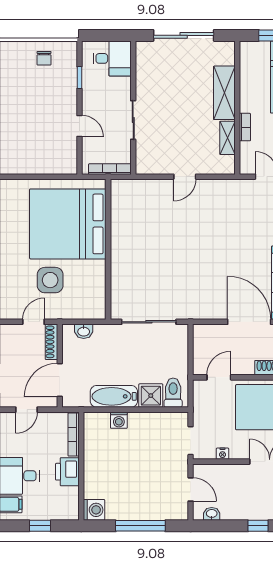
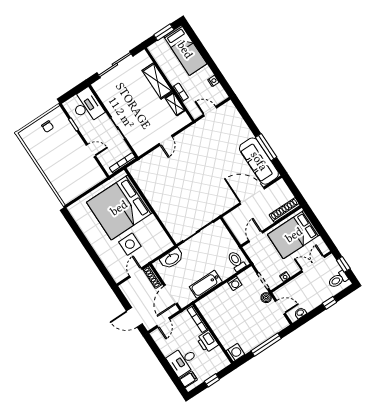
desk: (112, 58) -> (87, 106), width x1.37
washbasin: (84, 331) -> (172, 259), width x1.91, depth x1.45
shower: (151, 396) -> (225, 271), removed
washing machine: (119, 420) -> (235, 283), moved
boiler: (181, 465) -> (266, 298), added

